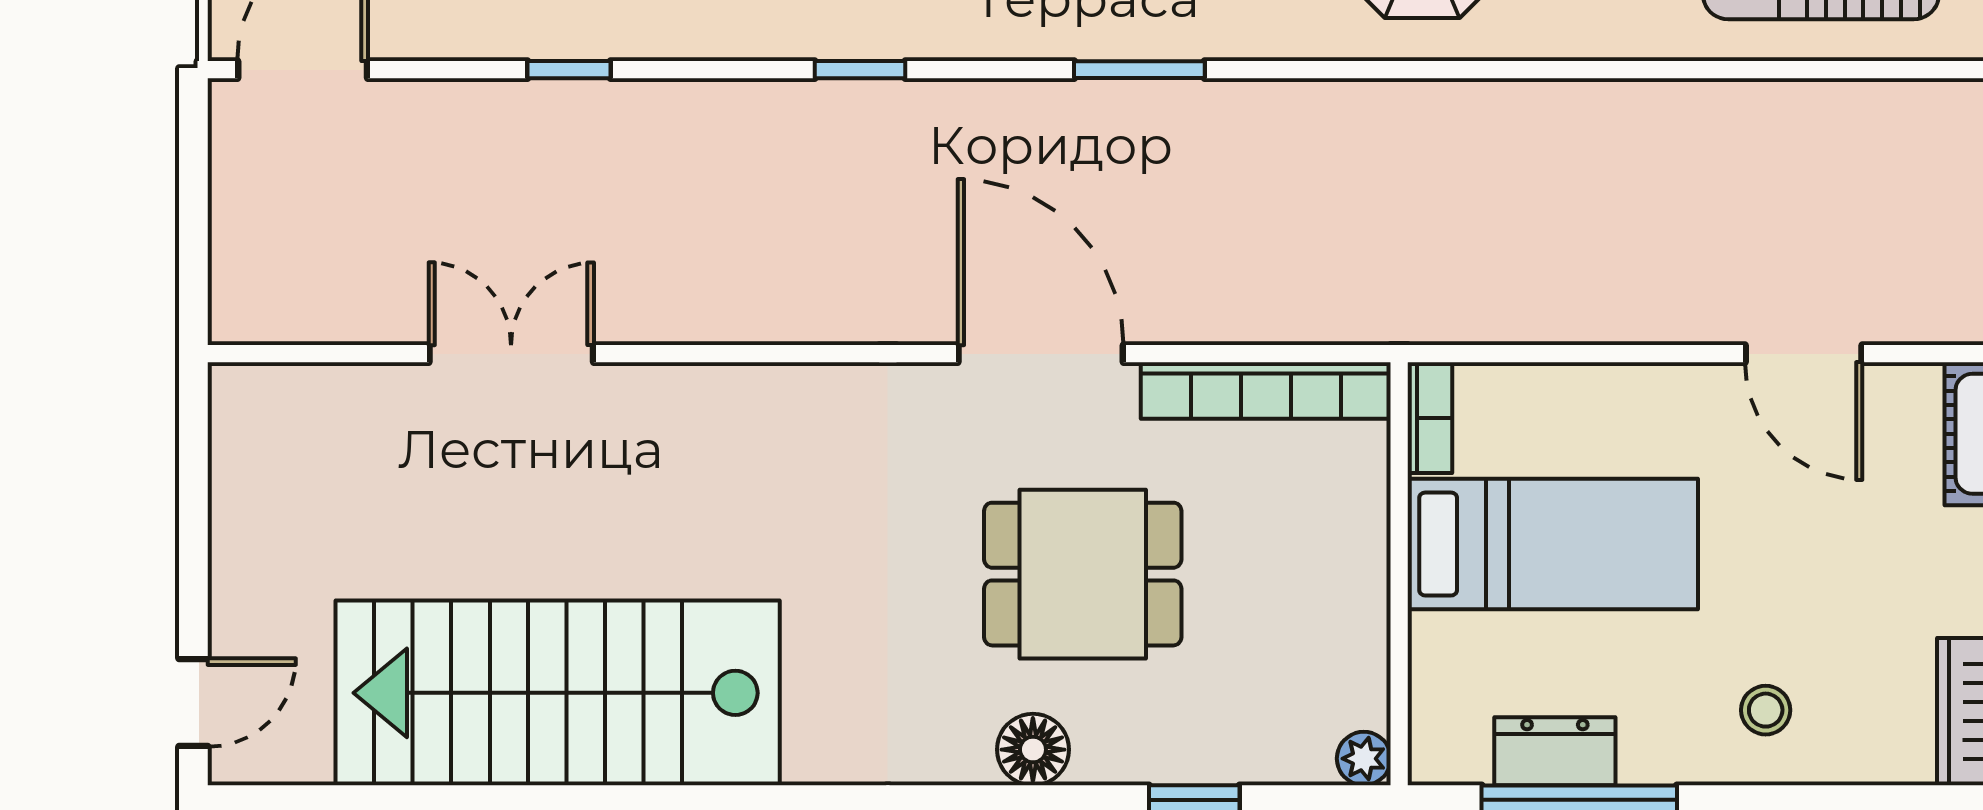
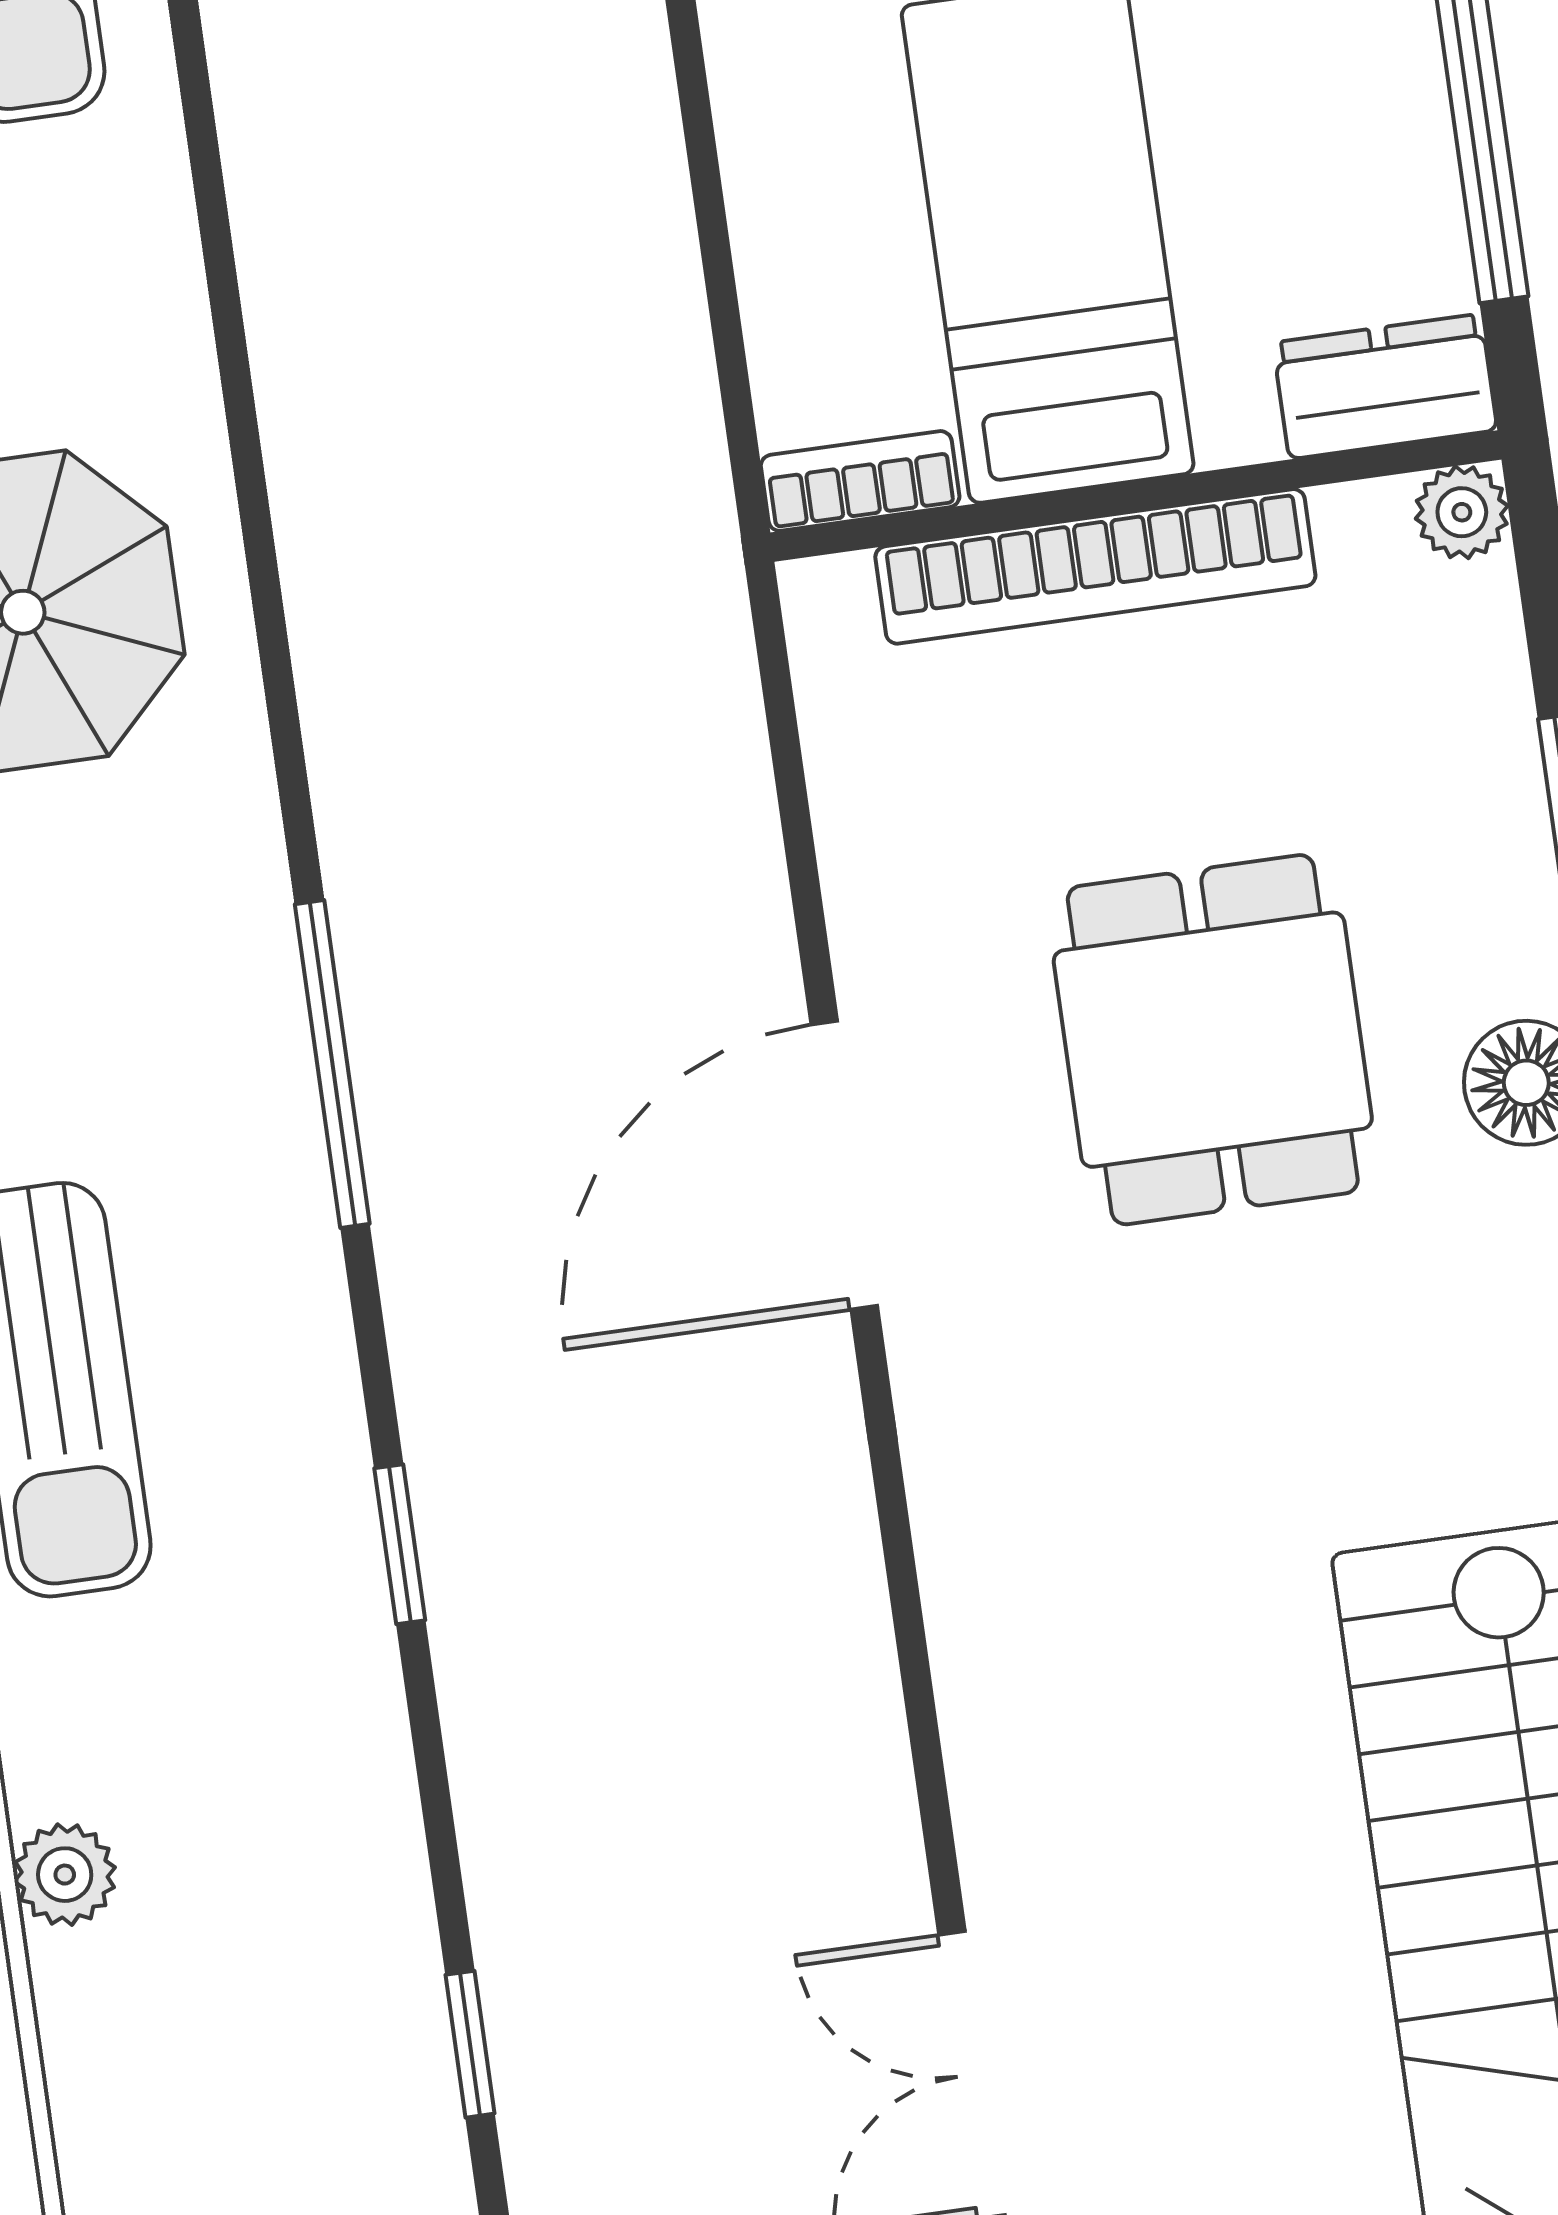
window: (1139, 70) -> (332, 1064), width x1.44
bookcase: (1266, 390) -> (1095, 566), moved, turned 90
dresser: (1555, 751) -> (1385, 386), moved, turned 90

